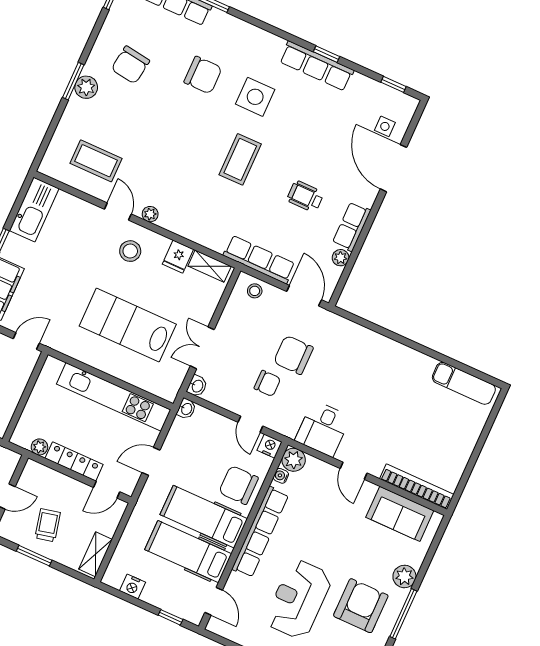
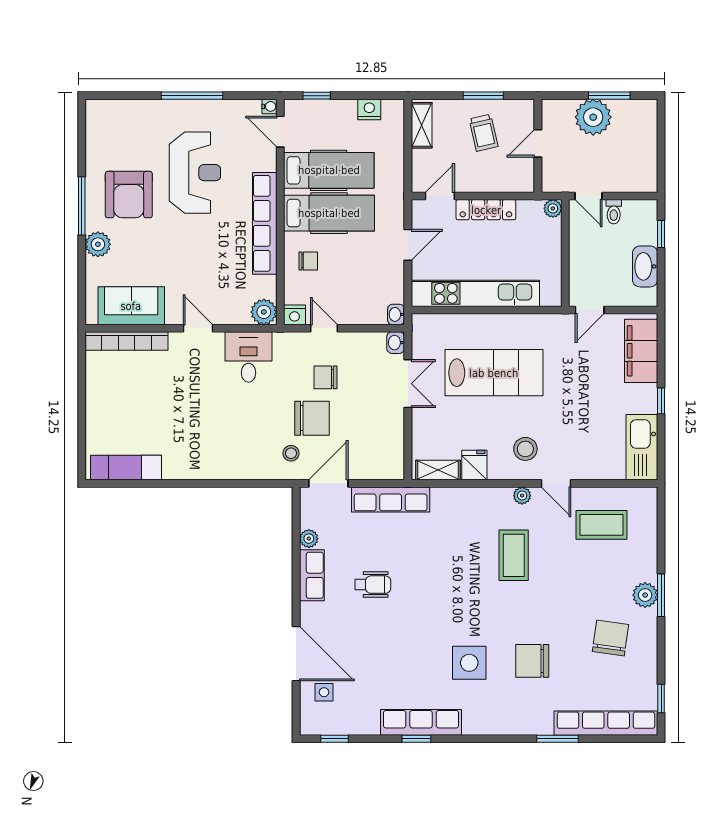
coffee table: (240, 159) -> (514, 555), moved
stool: (255, 291) -> (291, 453), moved
door: (304, 296) -> (328, 483), swing flipped
plant: (39, 447) -> (553, 208), moved
water cooler: (281, 476) -> (269, 106), moved
chair: (239, 485) -> (308, 261), width x0.54, depth x0.54

